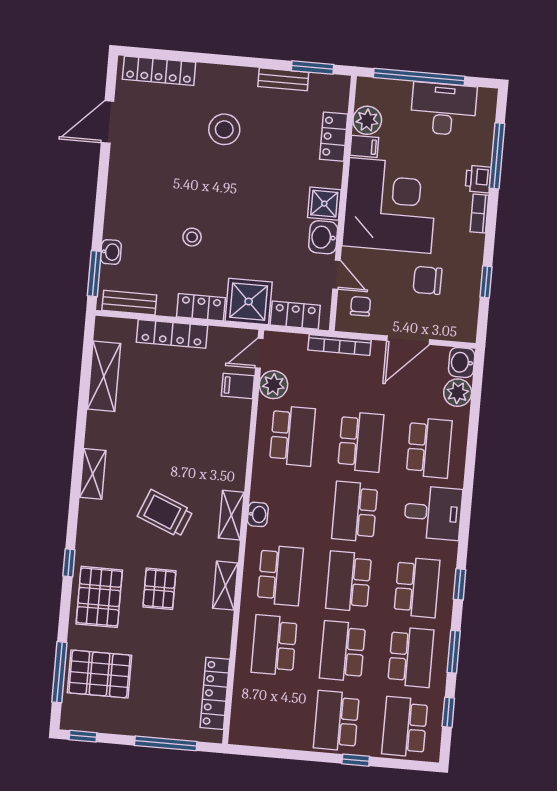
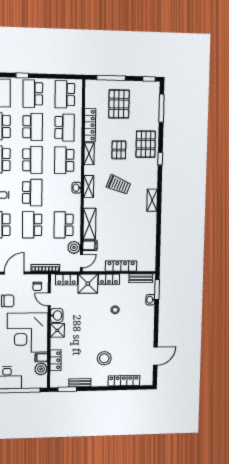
locker: (159, 71) -> (124, 381), moved
shelving: (104, 376) -> (89, 224), moved
pallet: (100, 674) -> (119, 104), moved, turned 90
locker: (215, 693) -> (90, 125), moved
school desk: (268, 715) -> (65, 94), added
school desk: (336, 721) -> (33, 94), turned 180

